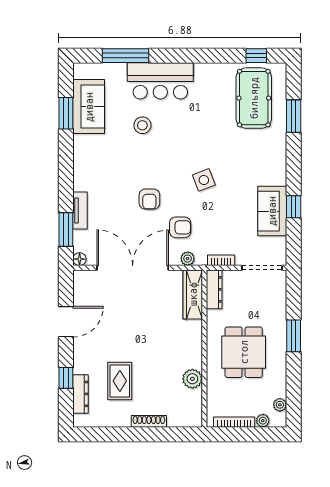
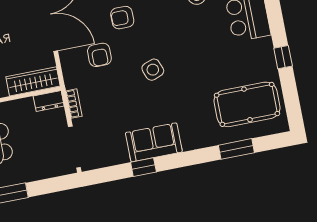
window: (256, 56) -> (283, 57), moved
sofa: (272, 211) -> (154, 142), moved
plant: (188, 259) -> (69, 69), removed
dresser: (214, 289) -> (49, 101), width x0.70

